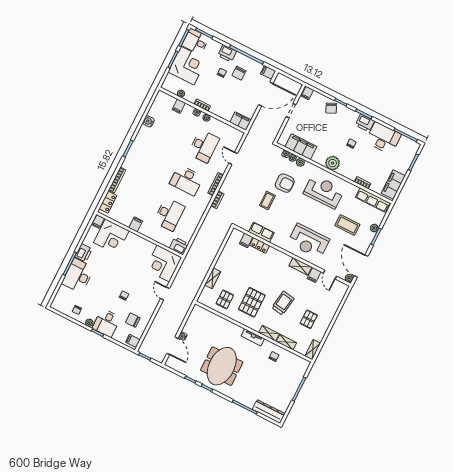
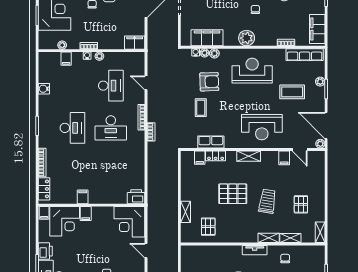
desk: (169, 214) -> (72, 128), moved
filing cabinet: (131, 239) -> (86, 214), added
shelving: (300, 266) -> (249, 156), moved
pallet: (252, 302) -> (233, 194), moved, turned 90

